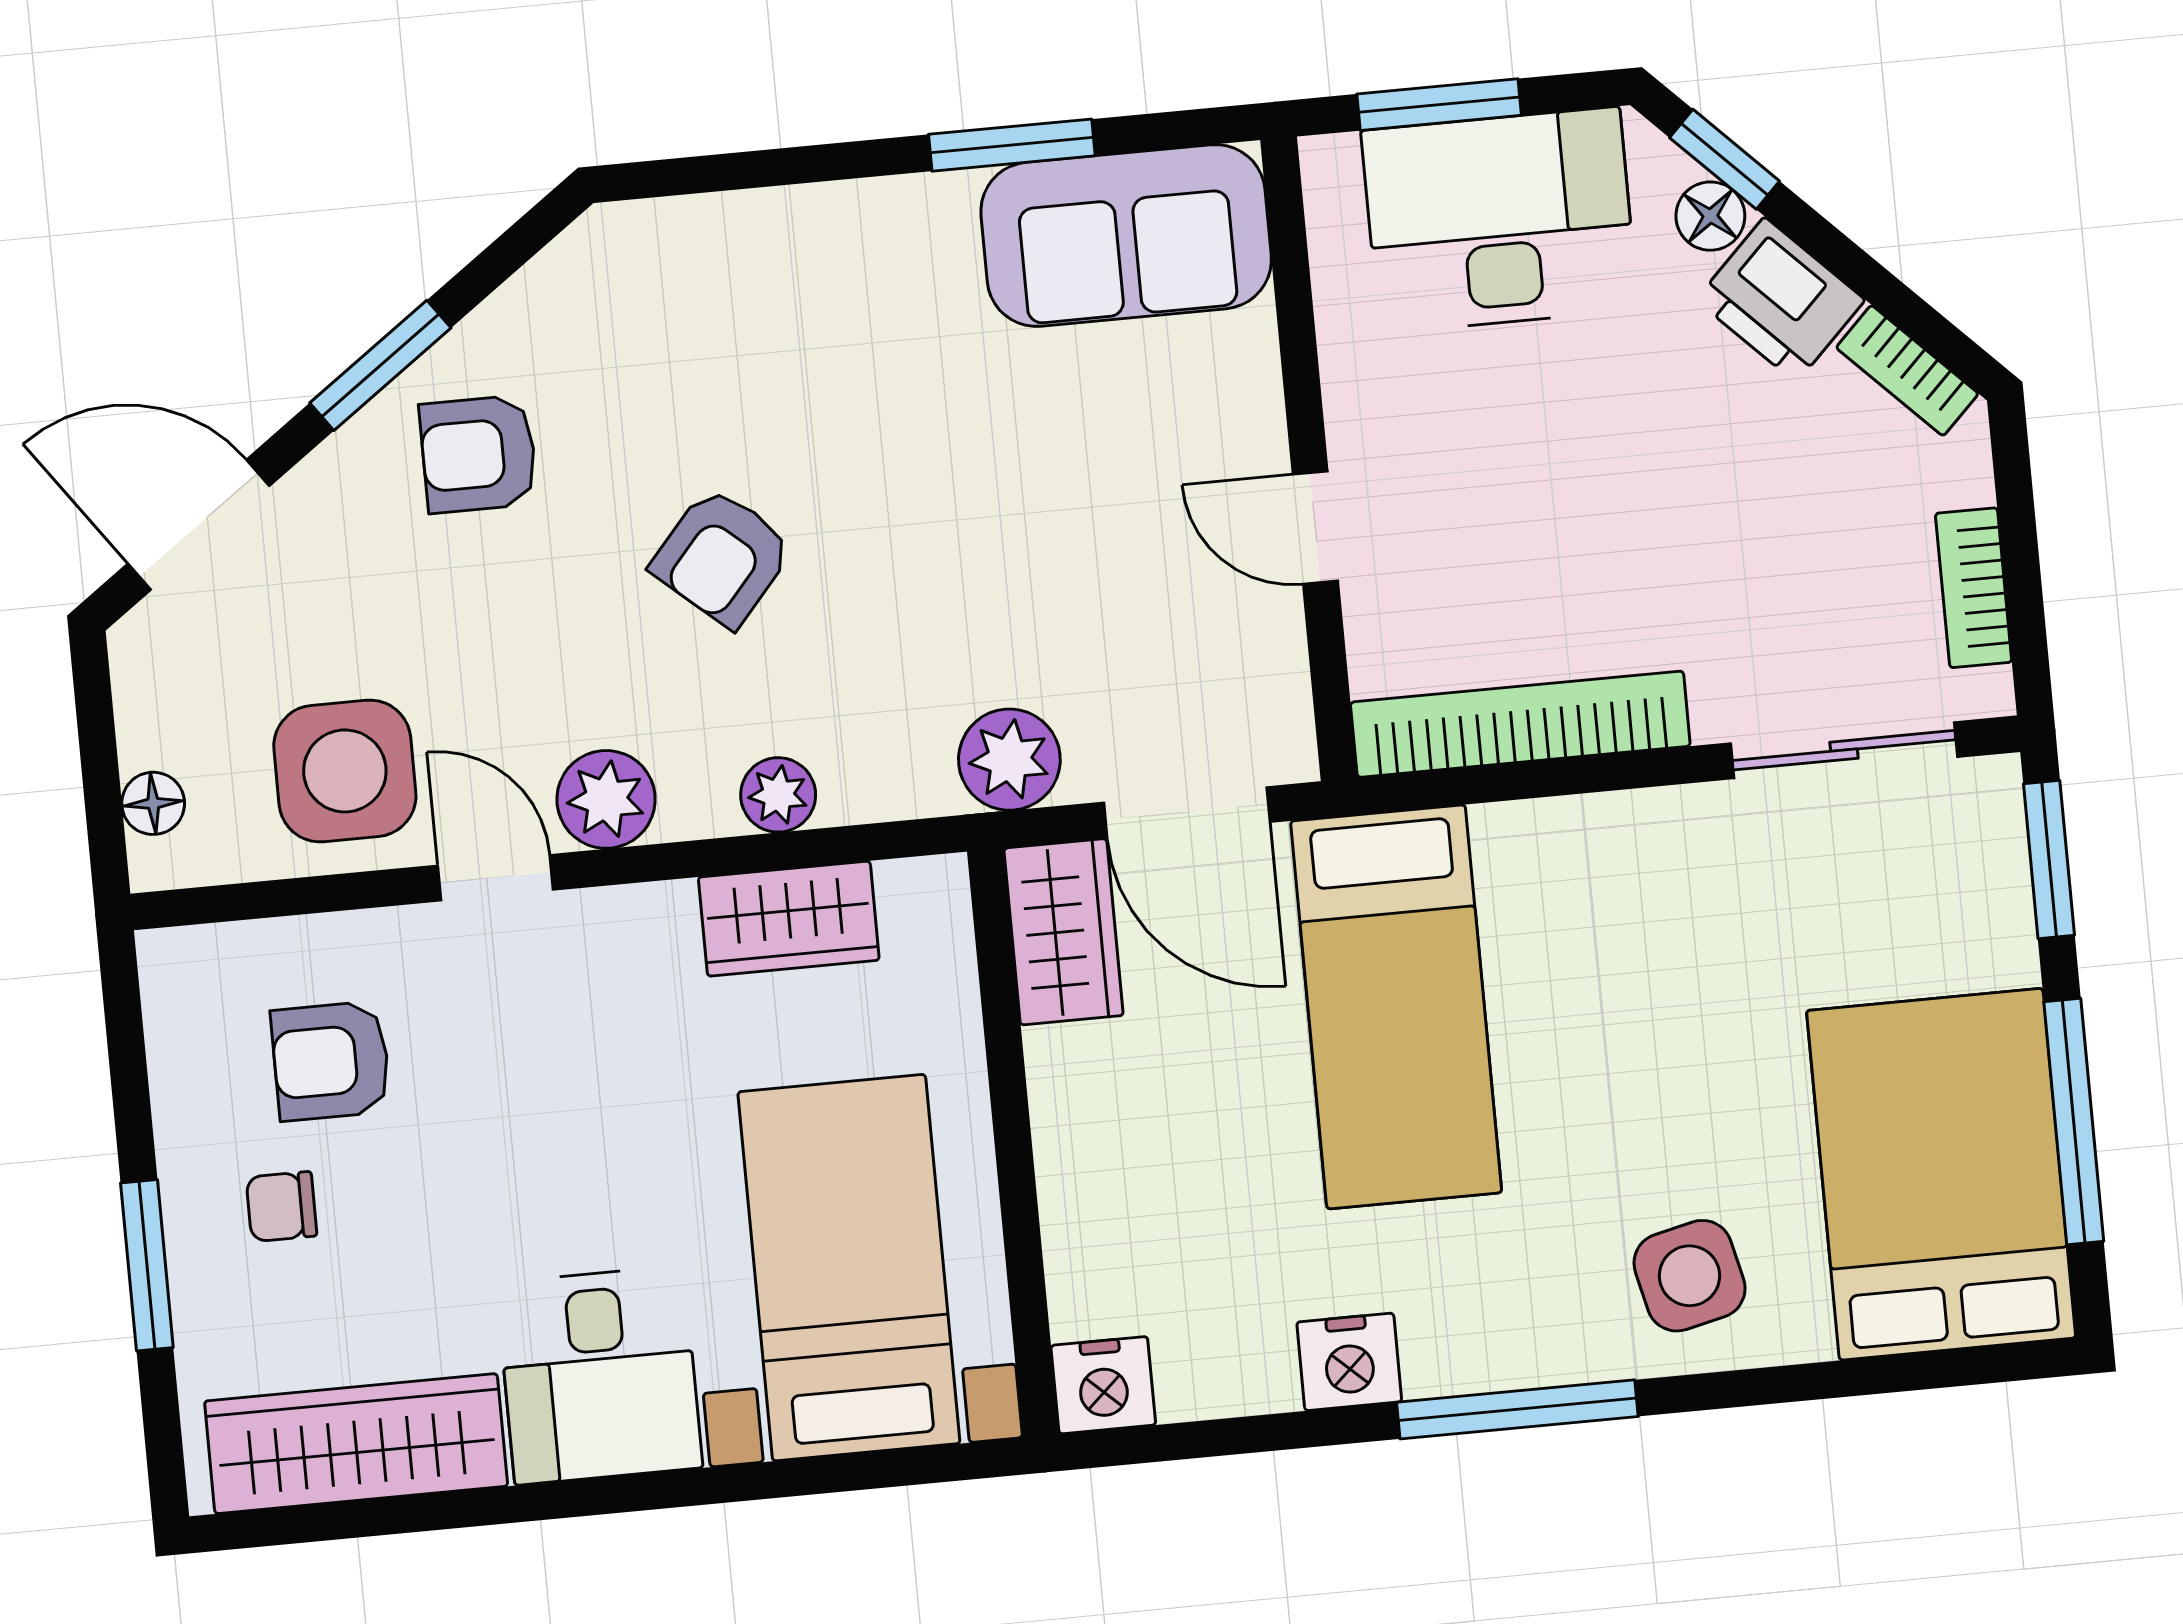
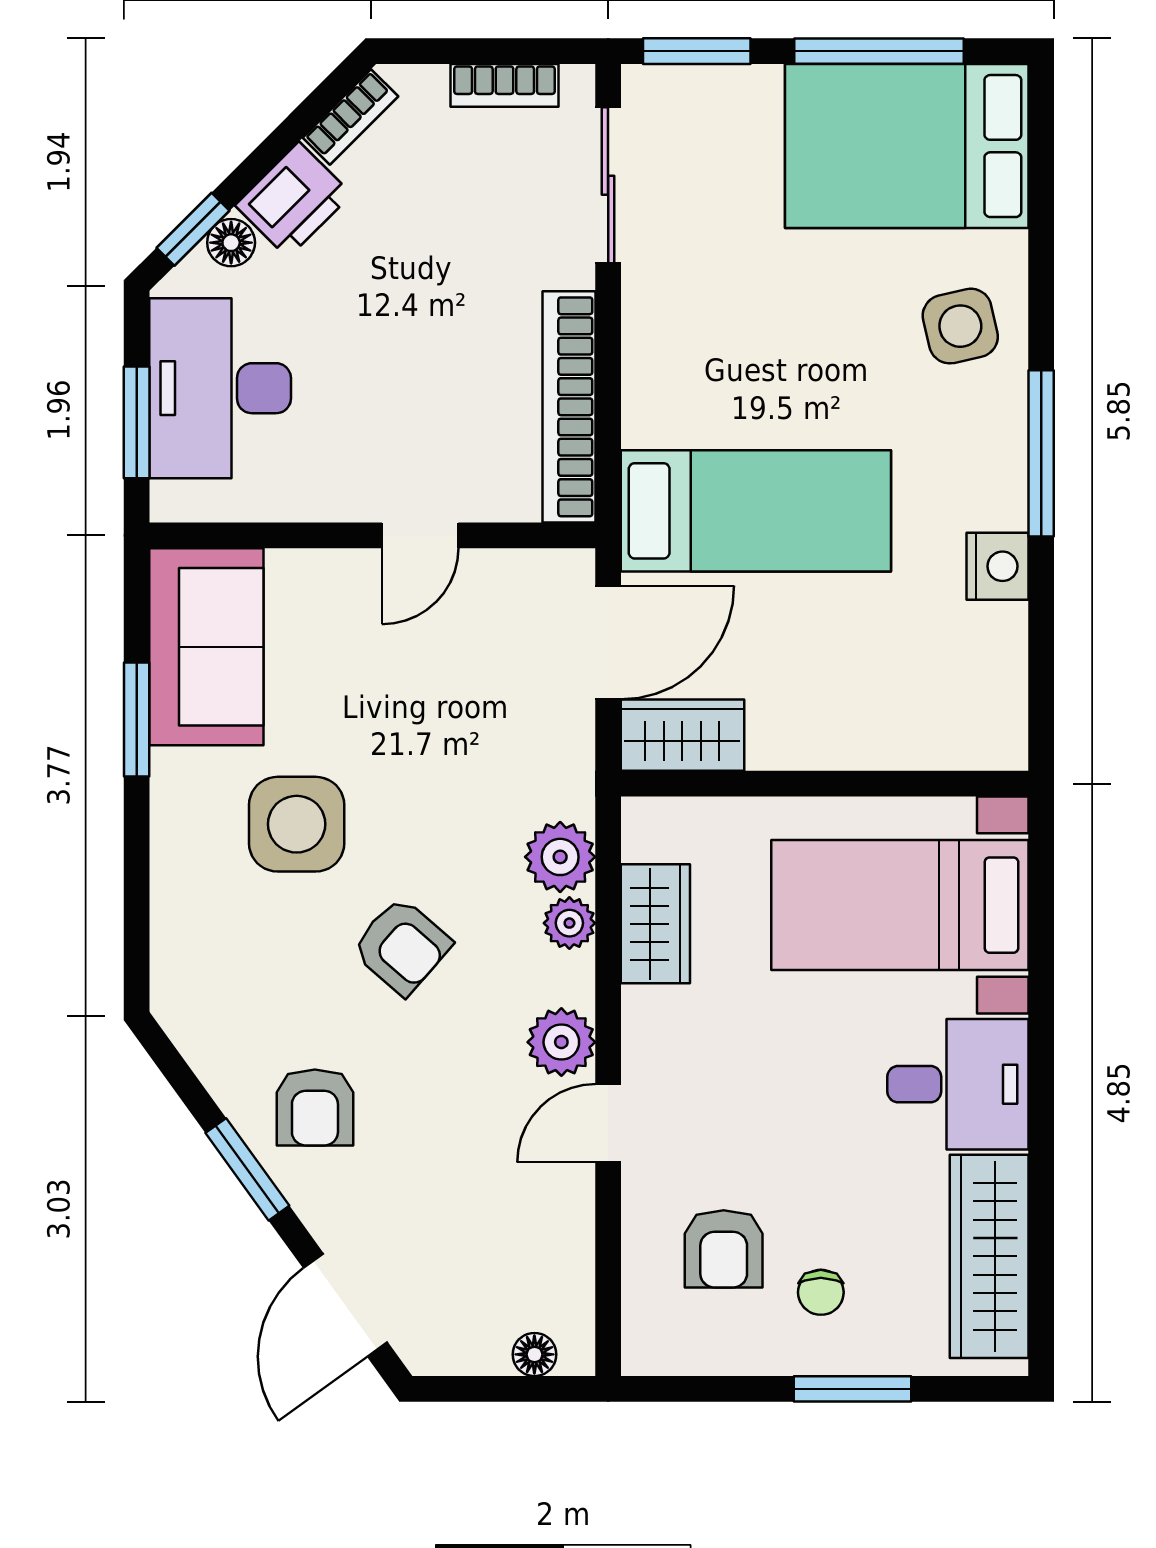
plant: (1009, 760) -> (560, 857), moved
side table: (345, 771) -> (297, 824), moved
nightstand: (1103, 1385) -> (998, 737), removed

